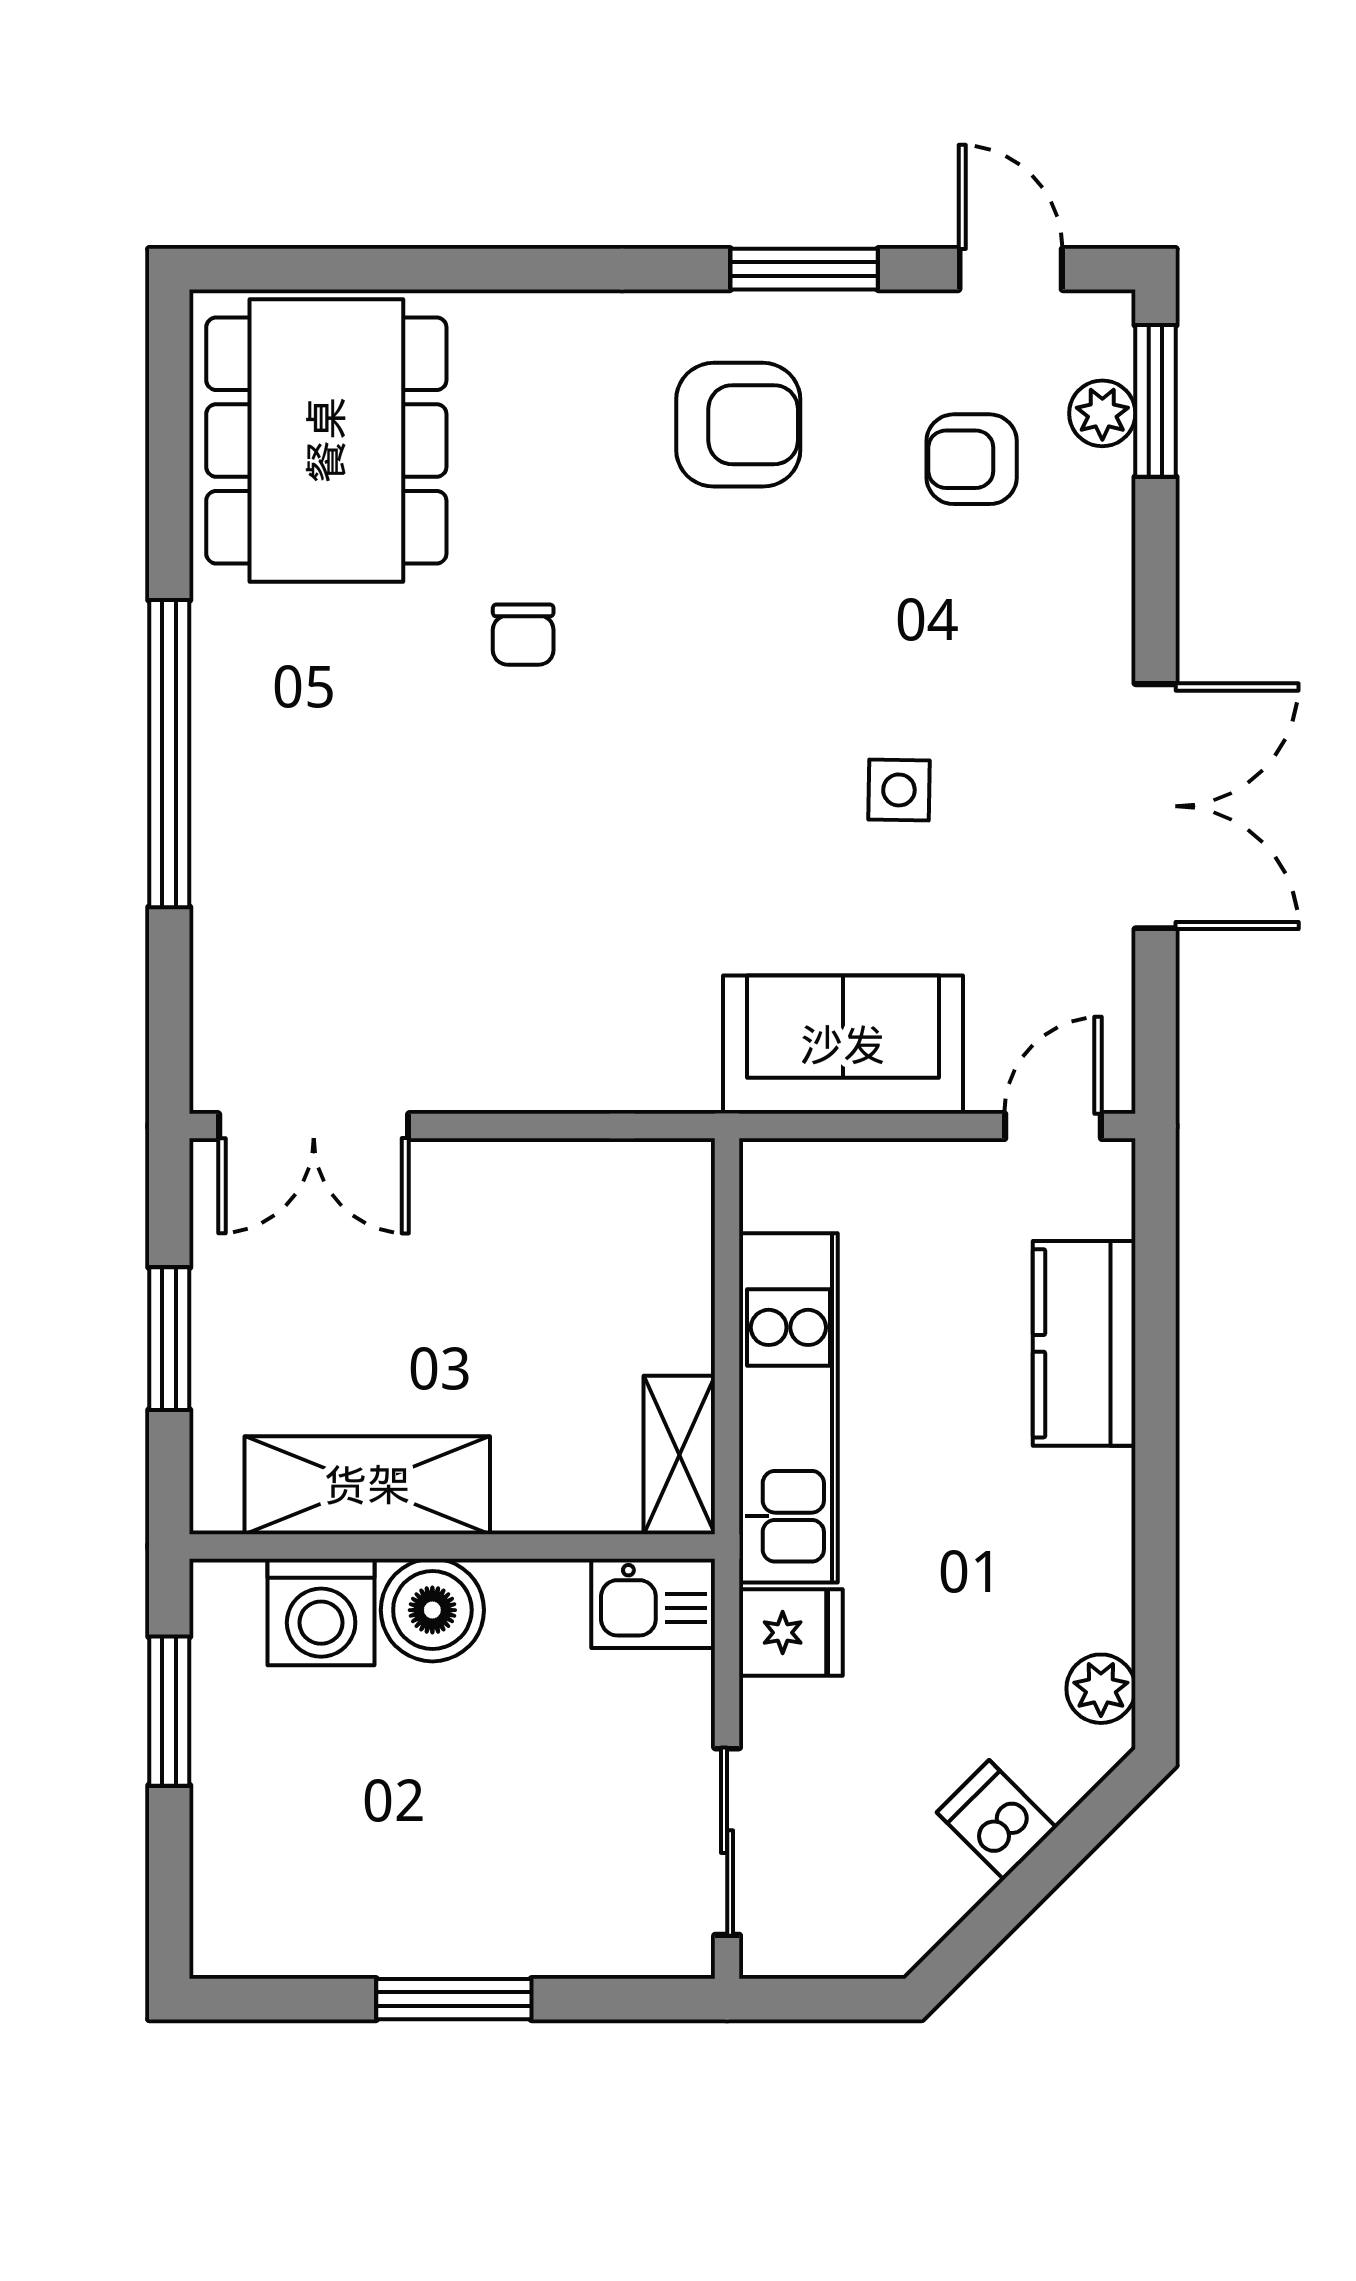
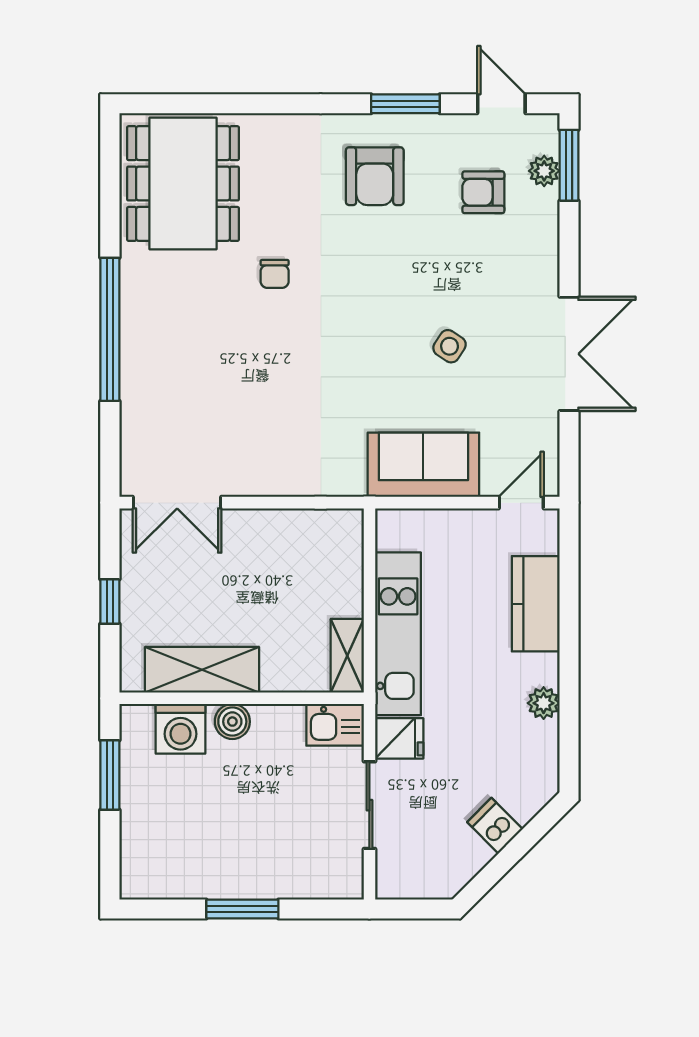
armchair: (738, 425) -> (375, 176), turned 90
side table: (899, 790) -> (450, 346), turned 32
window: (169, 1339) -> (110, 602), width x0.67
boiler: (432, 1610) -> (232, 722), width x0.73, depth x0.73
plant: (1101, 1689) -> (544, 703), moved
sliding door: (727, 1842) -> (369, 805), moved

